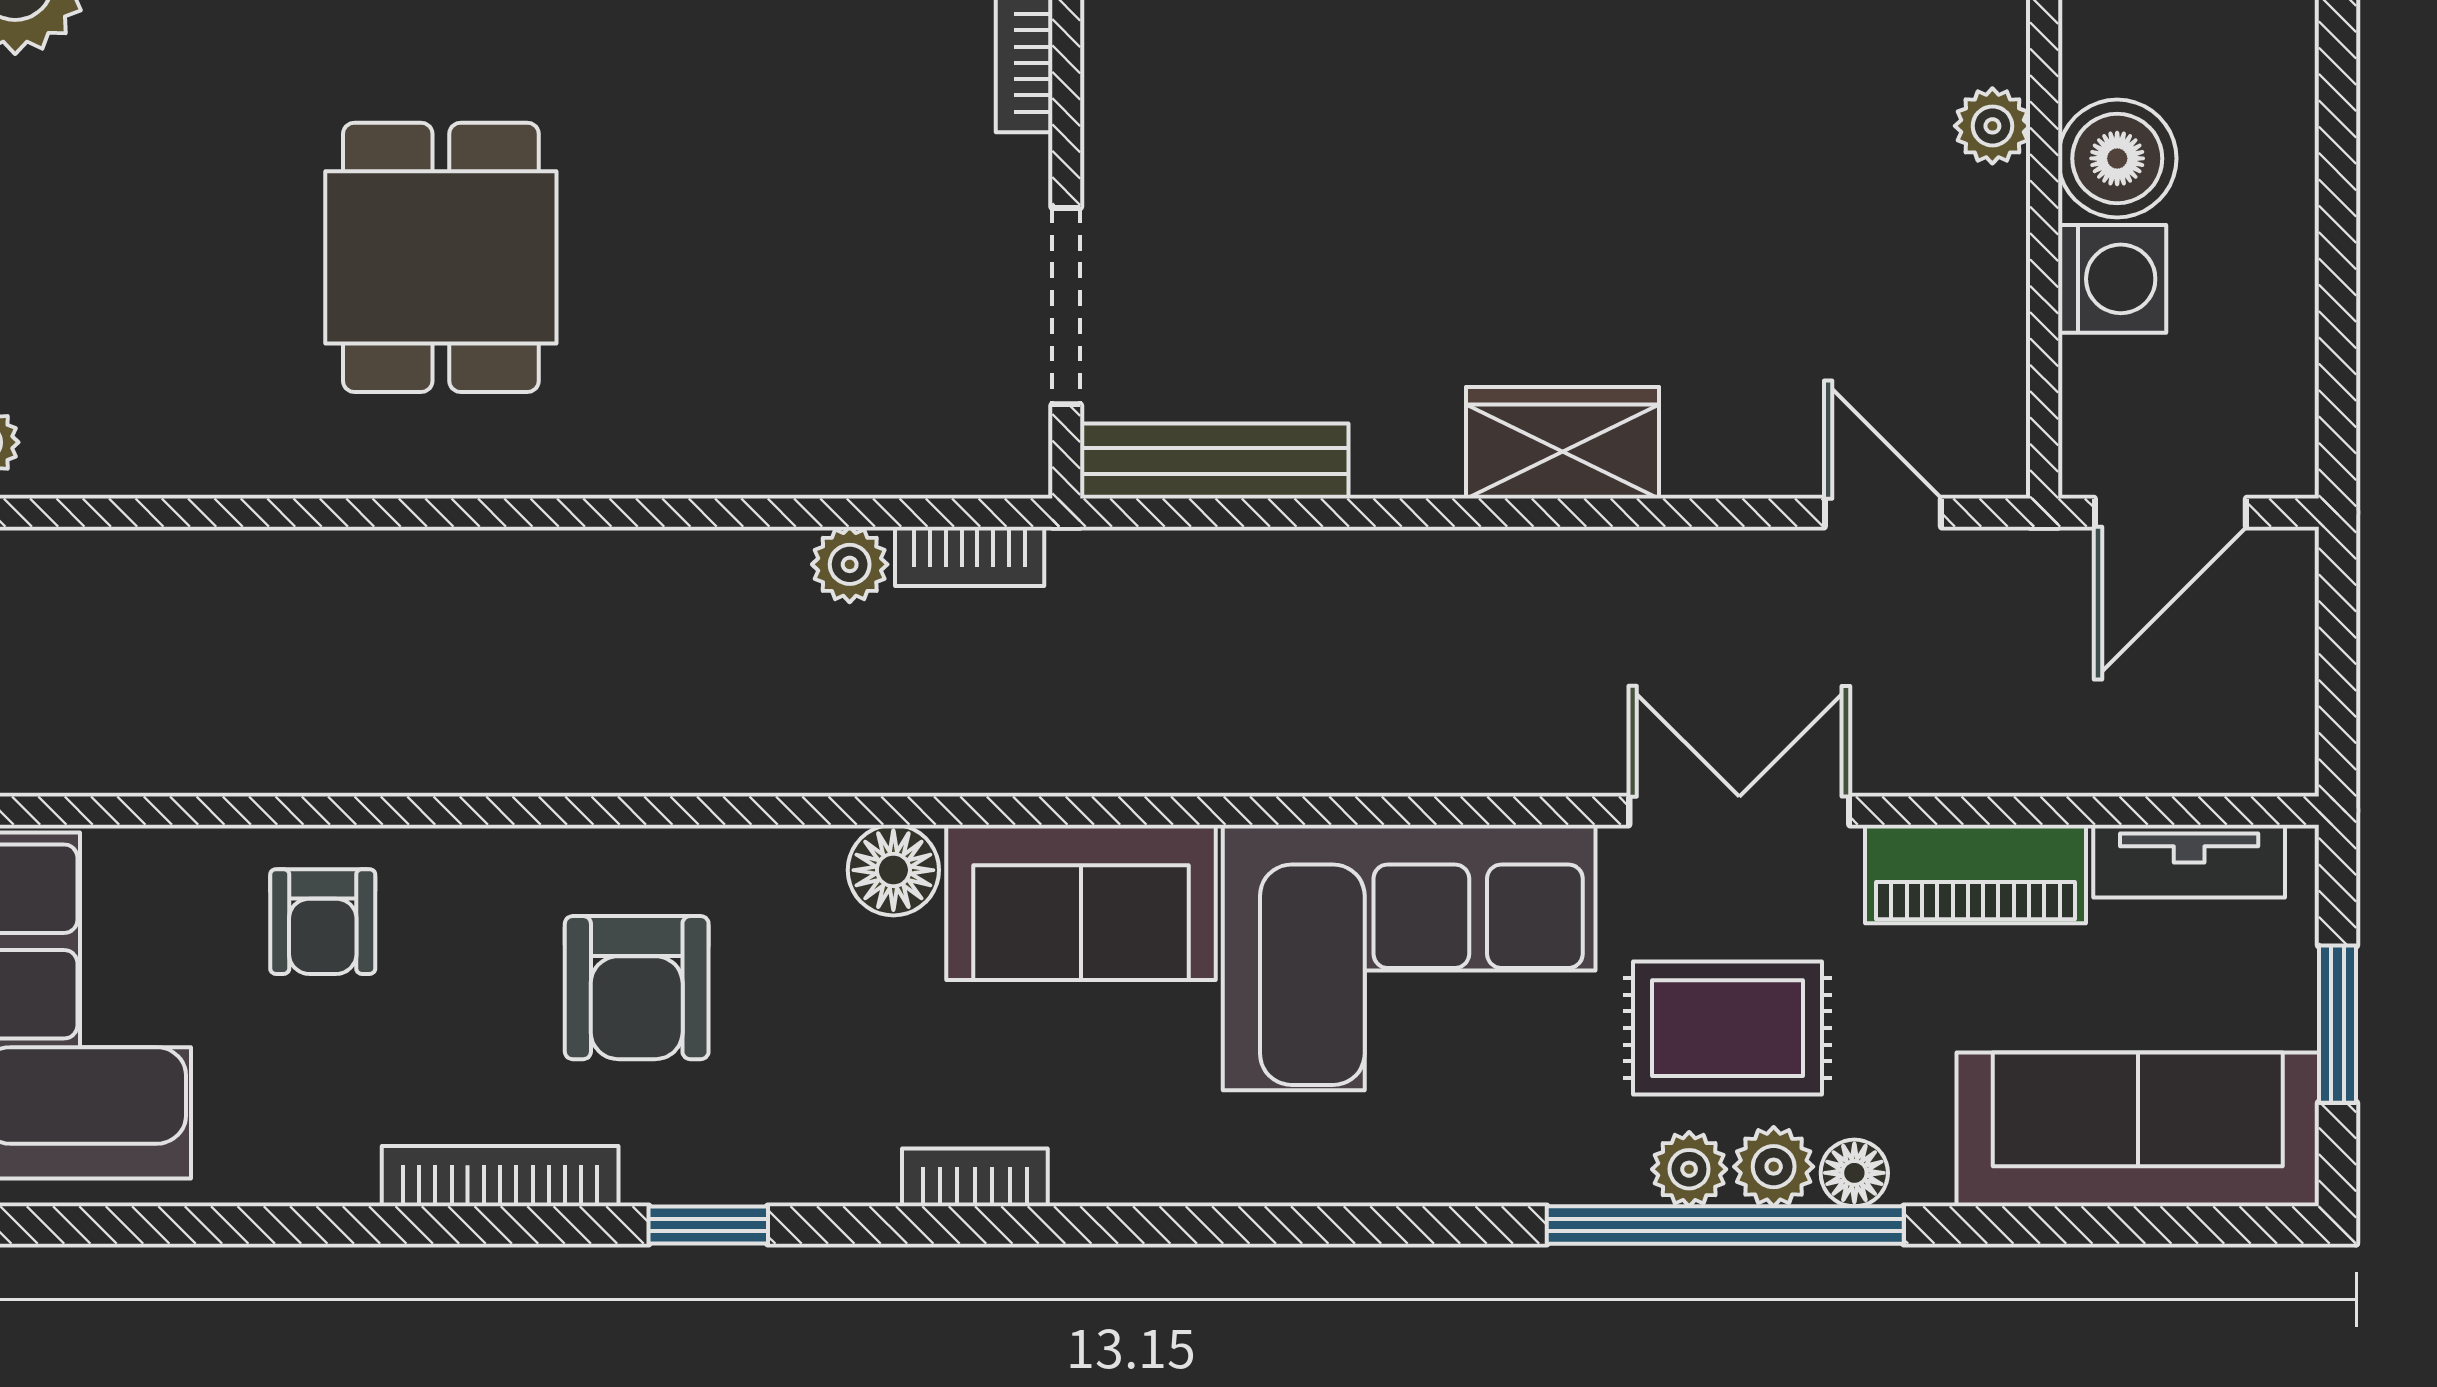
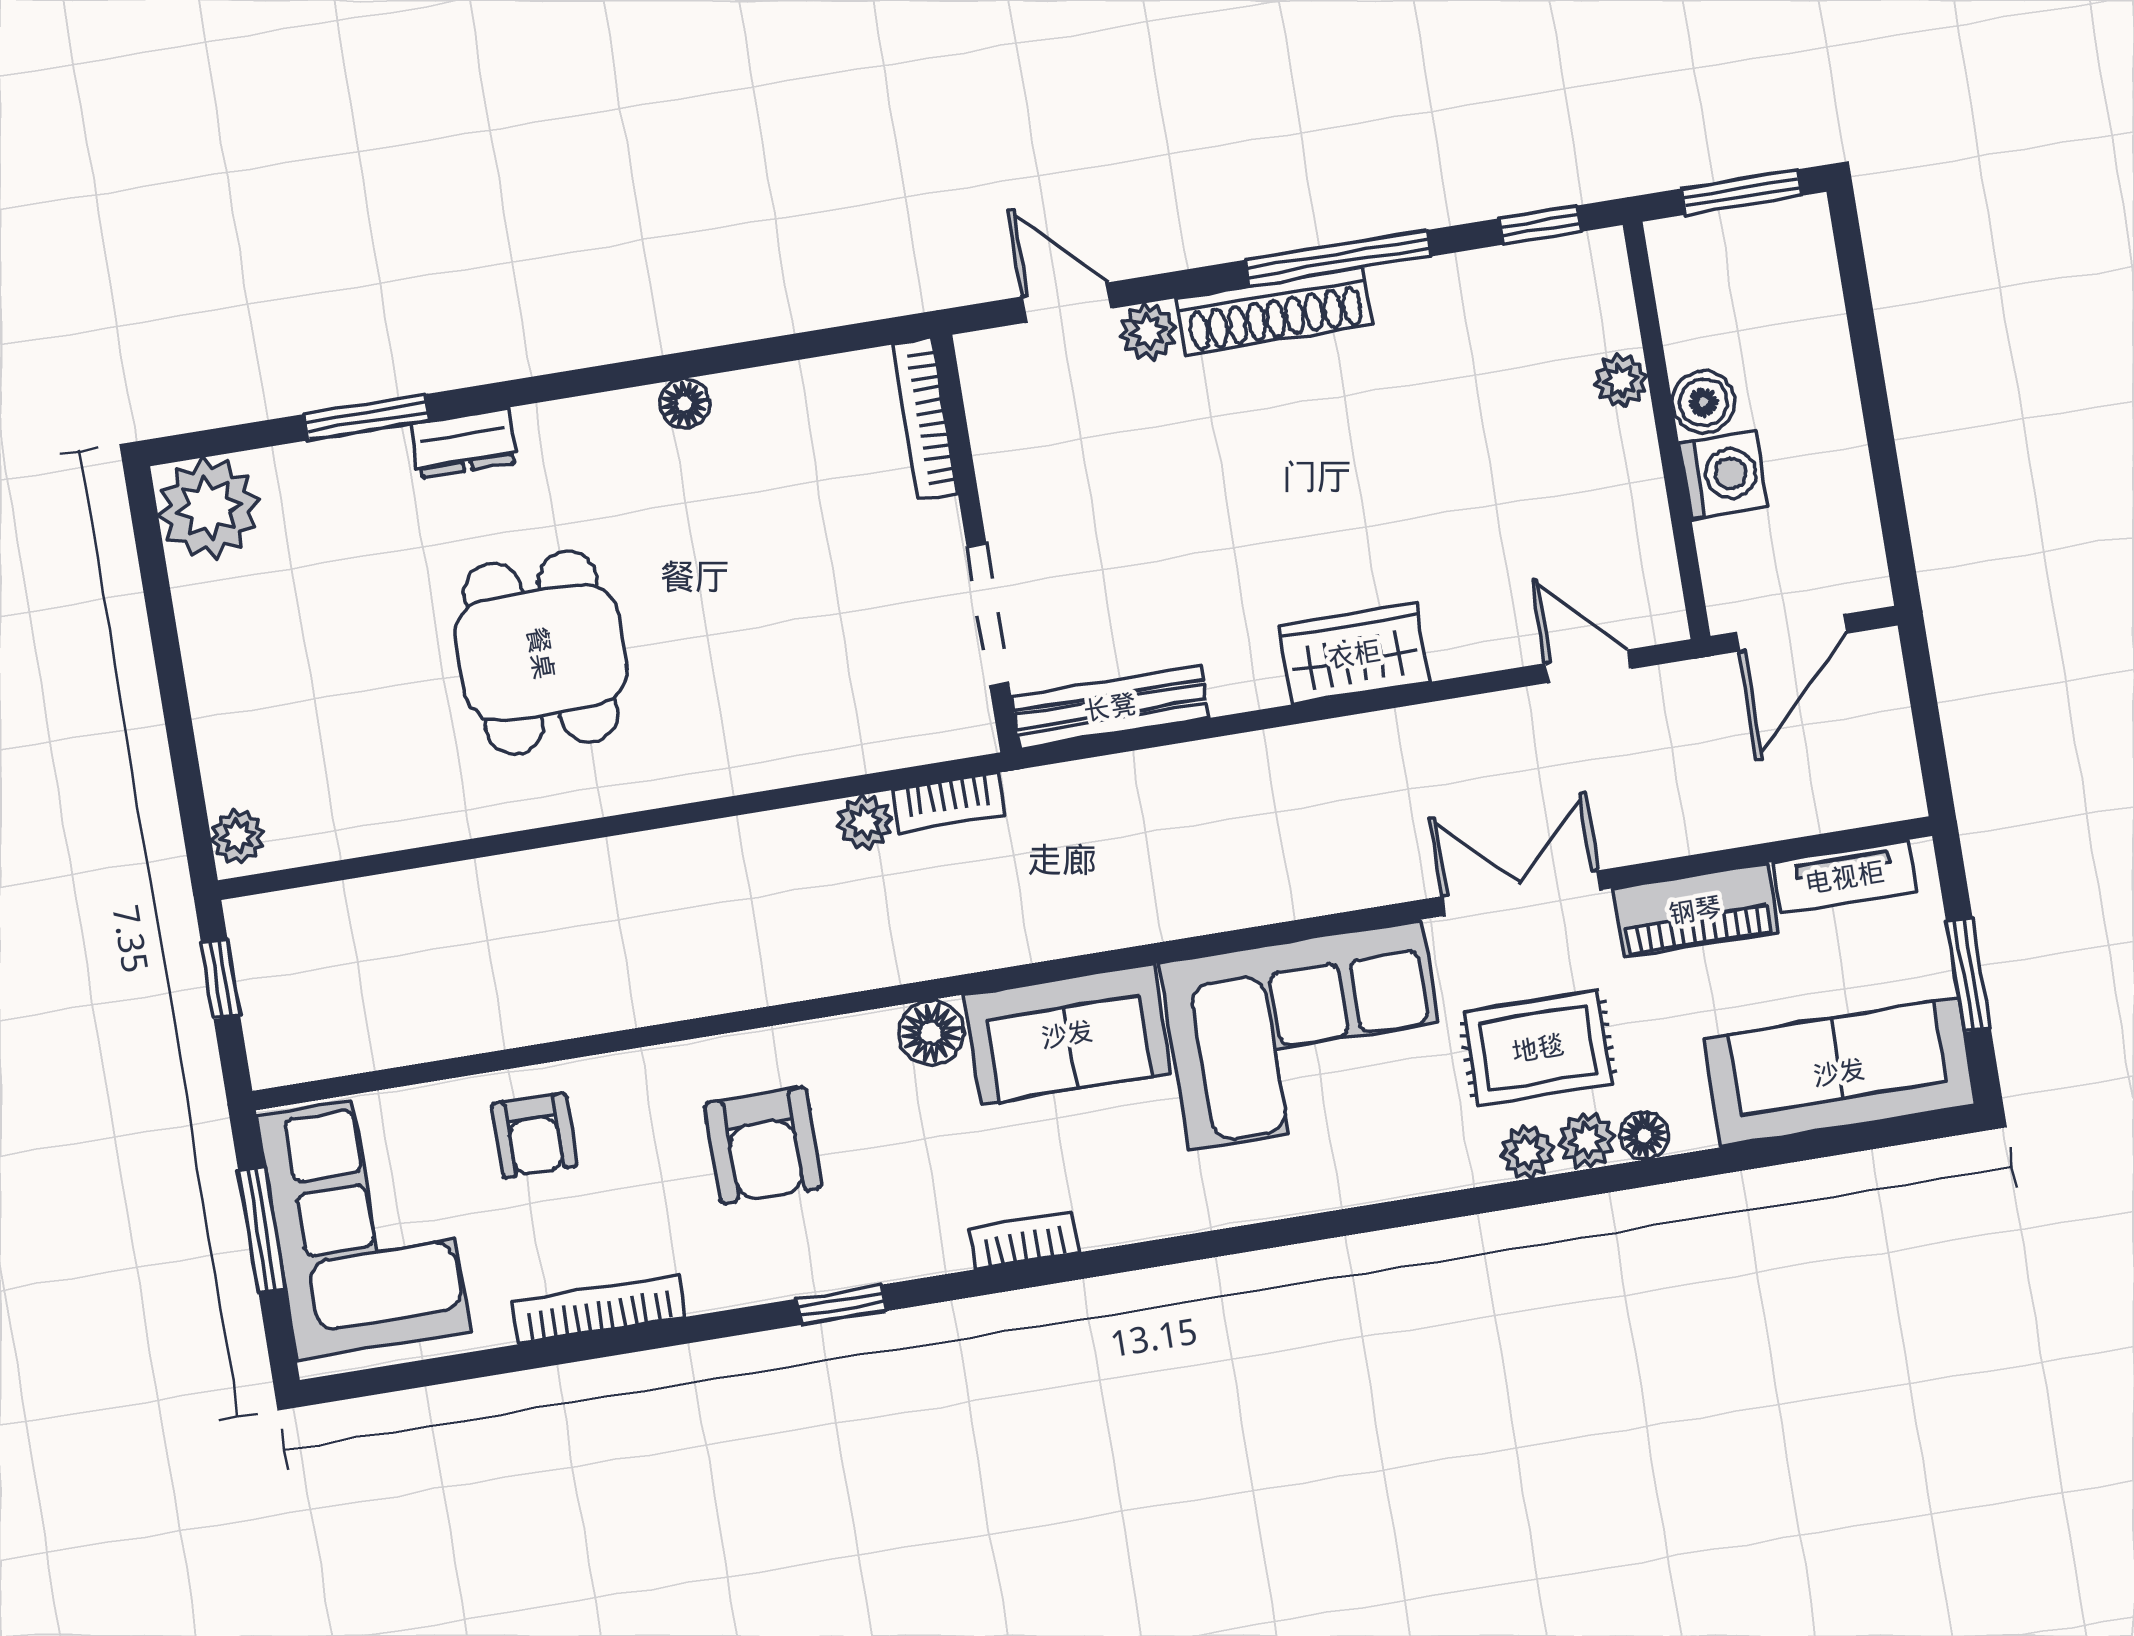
boiler: (2117, 158) -> (1703, 402), width x0.73, depth x0.73
bookcase: (500, 1176) -> (599, 1309), moved
window: (1725, 1225) -> (1559, 1187), removed

